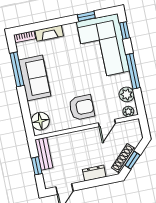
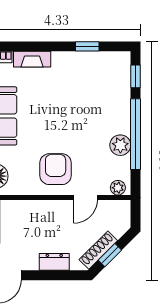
corner sofa: (103, 47) -> (101, 92), removed
window: (133, 71) -> (136, 134), width x1.46
plant: (127, 94) -> (120, 145), moved
armchair: (82, 107) -> (56, 169), turned -90

